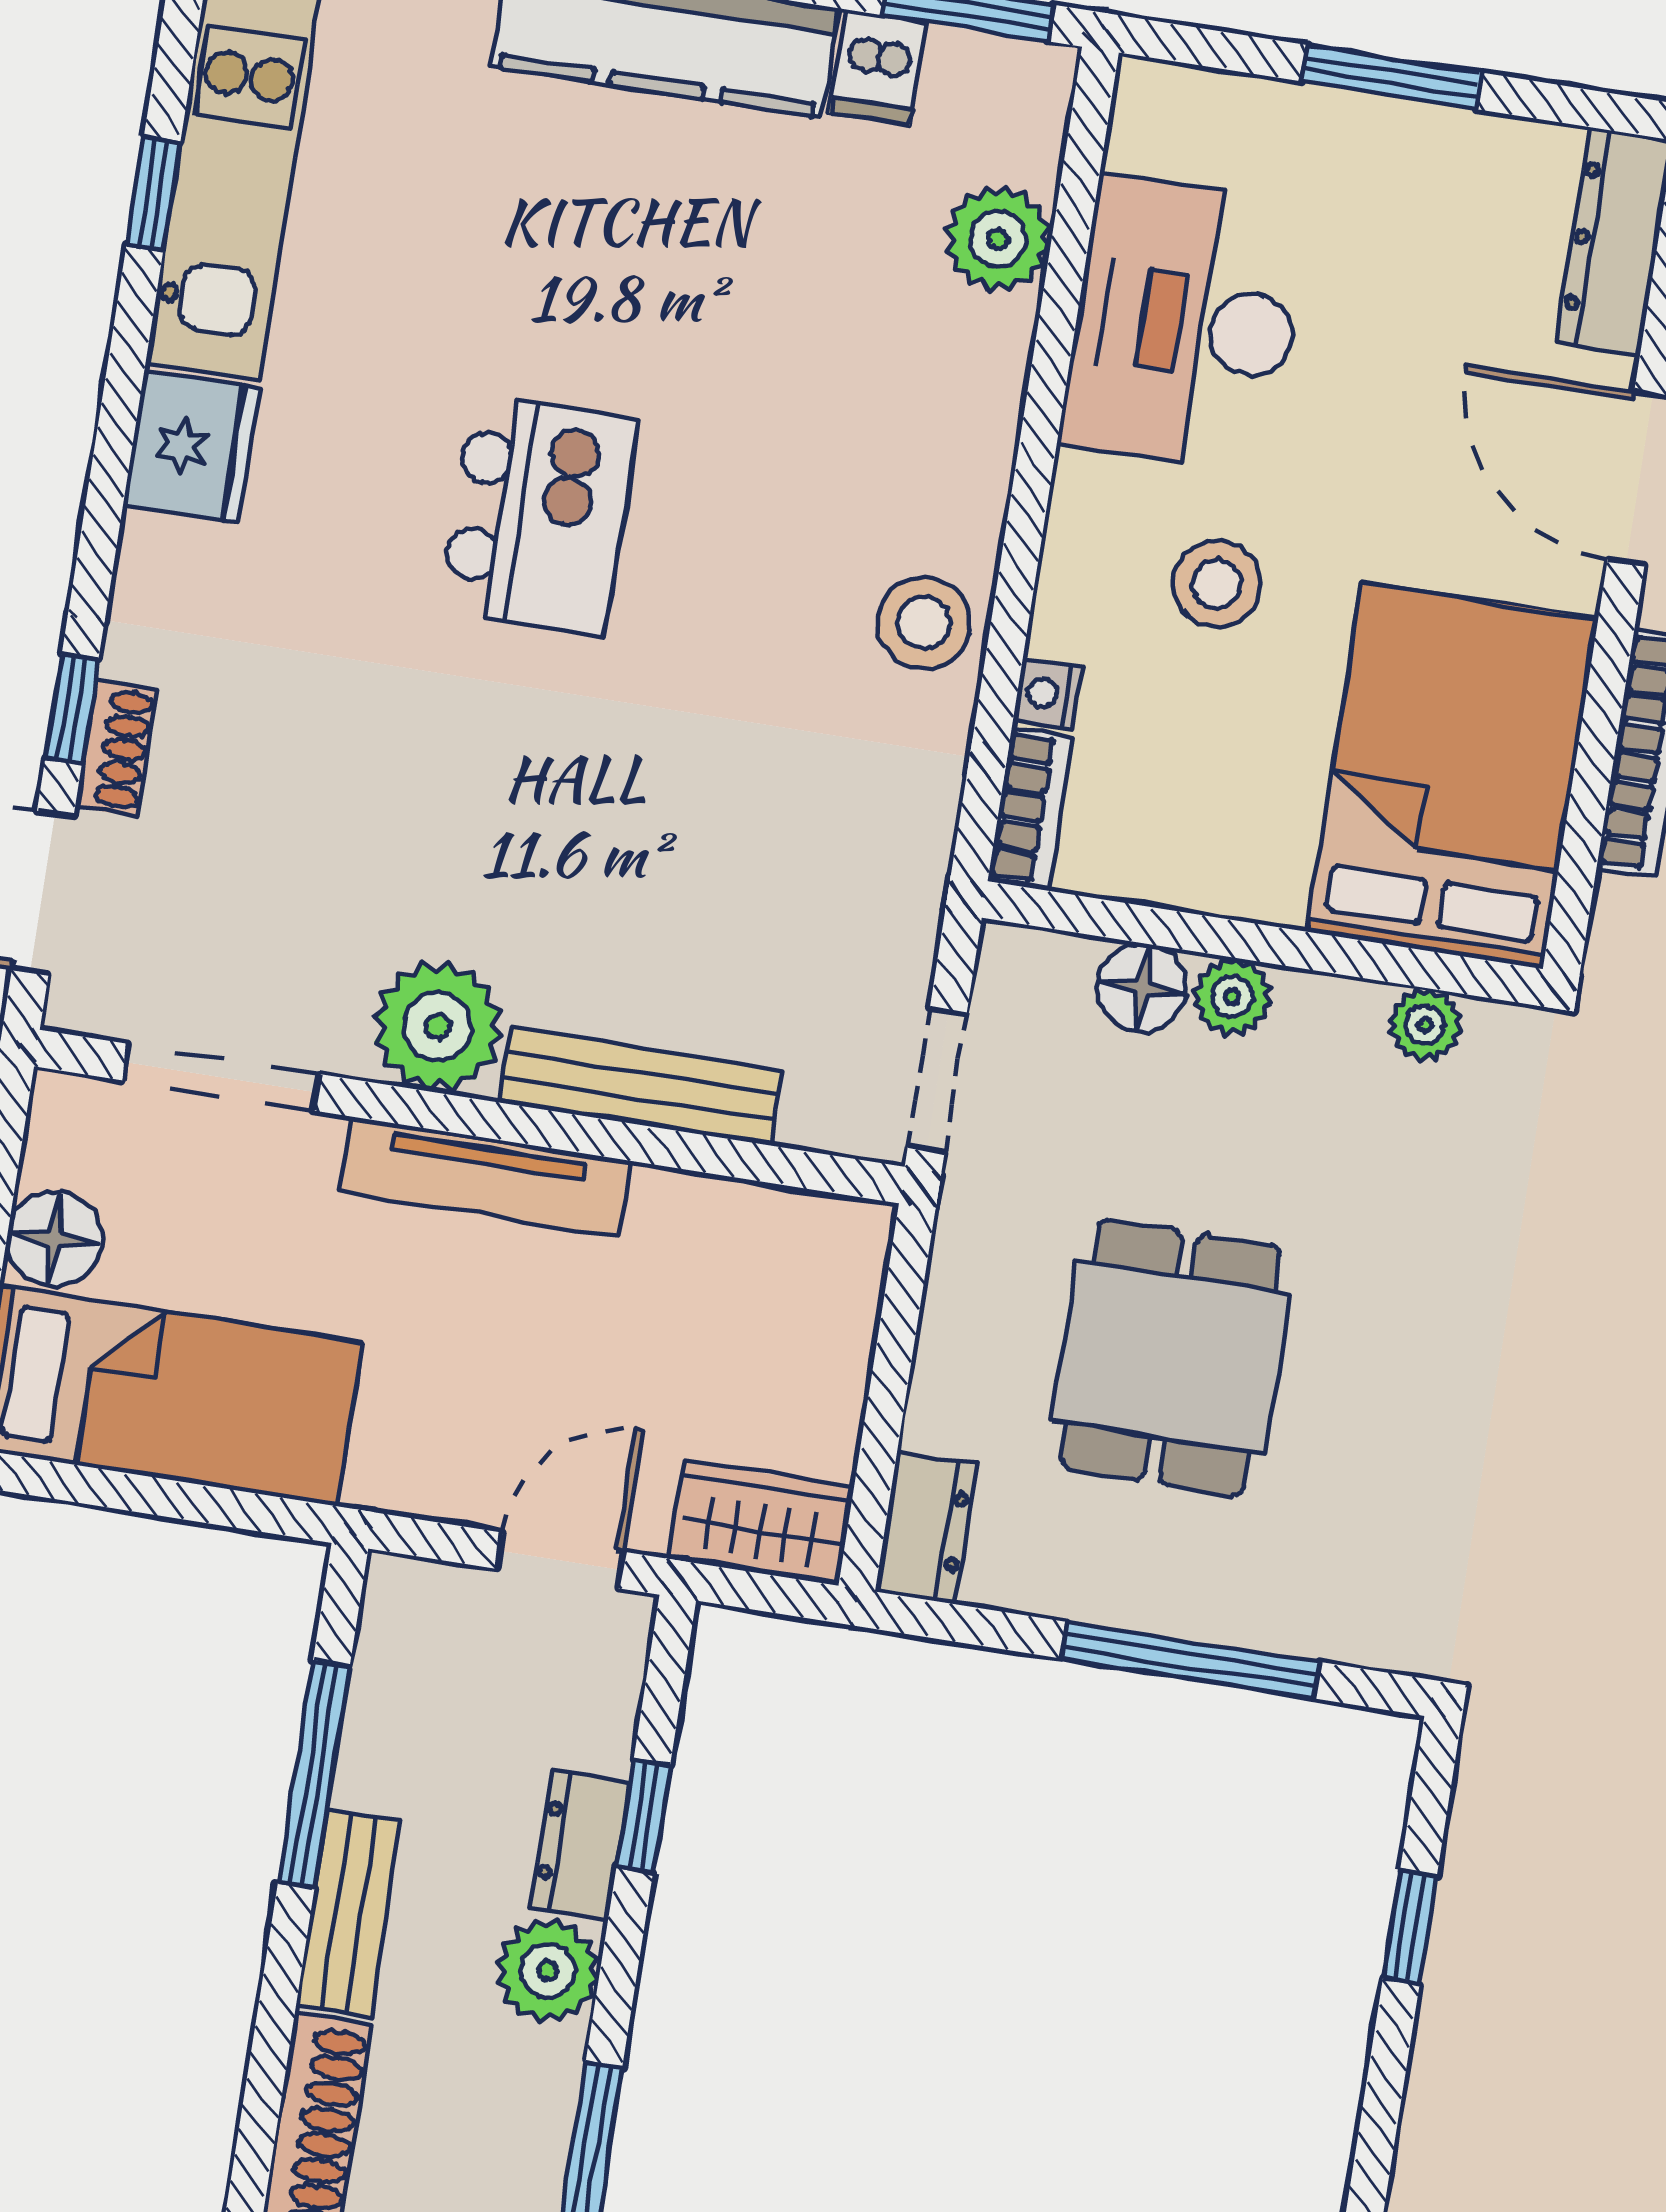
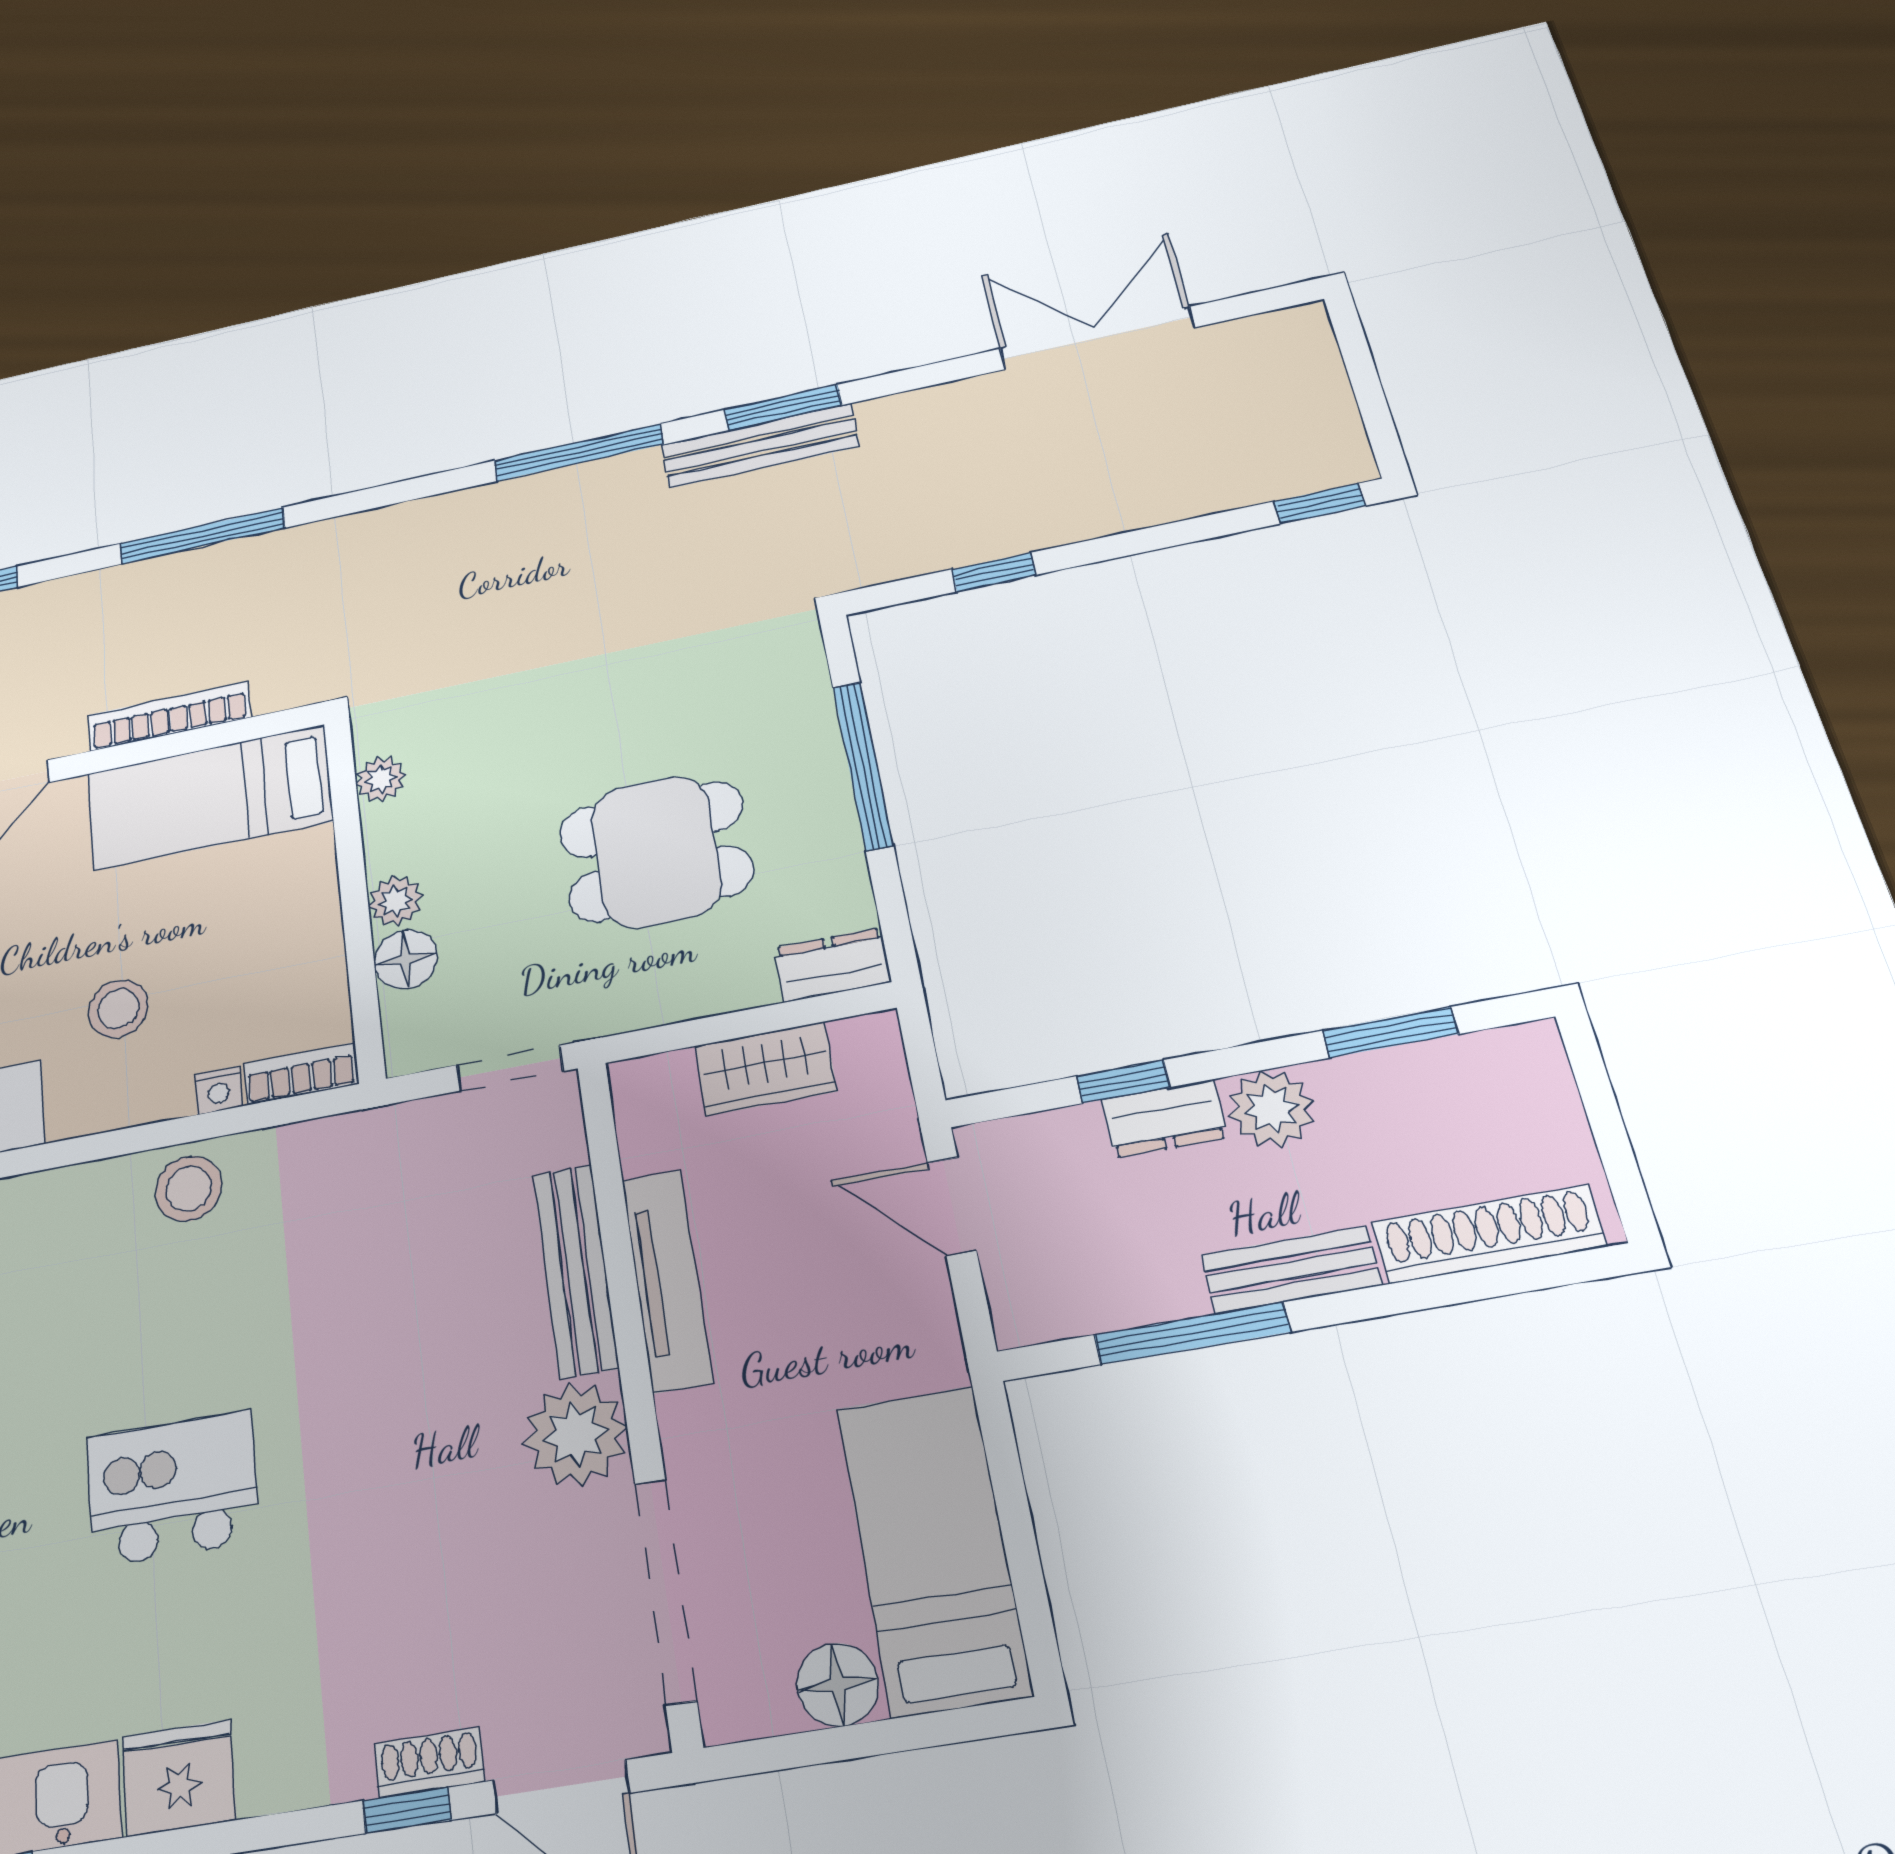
bed: (1452, 775) -> (209, 797), width x0.67
doorway: (221, 1077) -> (665, 1590), width x1.36
tv unit: (485, 1177) -> (667, 1280), moved
wardrobe: (762, 1523) -> (765, 1069), moved, turned -90

